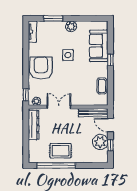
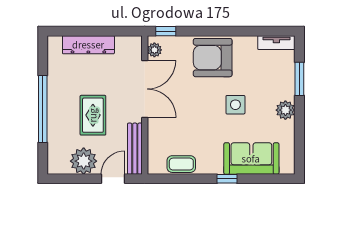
armchair: (41, 68) -> (213, 58), turned 180
double door: (59, 107) -> (145, 89), width x1.37
dresser: (34, 125) -> (88, 45), moved
window: (110, 145) -> (78, 179), removed
rug: (61, 151) -> (93, 115), moved
window: (56, 165) -> (43, 109), moved

